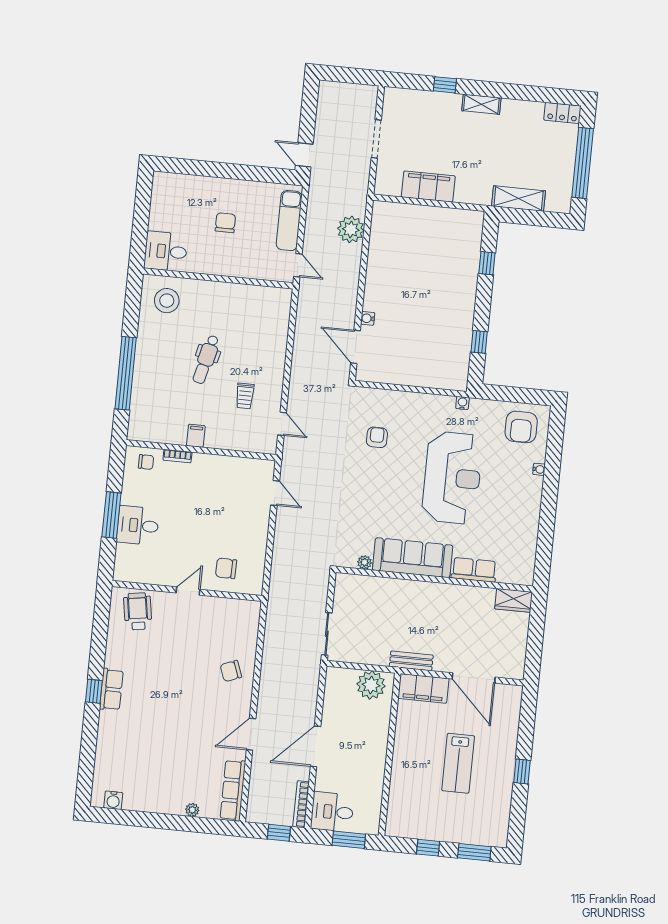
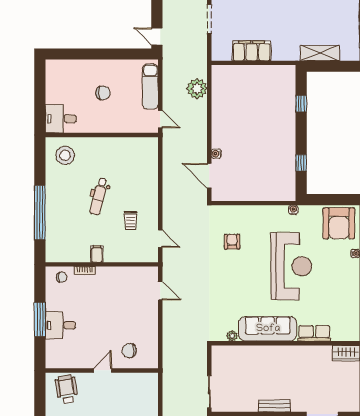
chair: (225, 223) -> (103, 93), turned 90
armchair: (521, 427) -> (339, 223), width x1.36, depth x1.36

